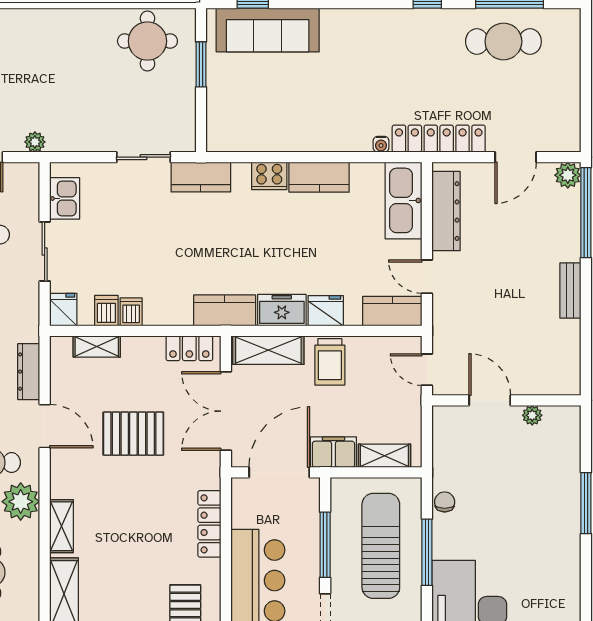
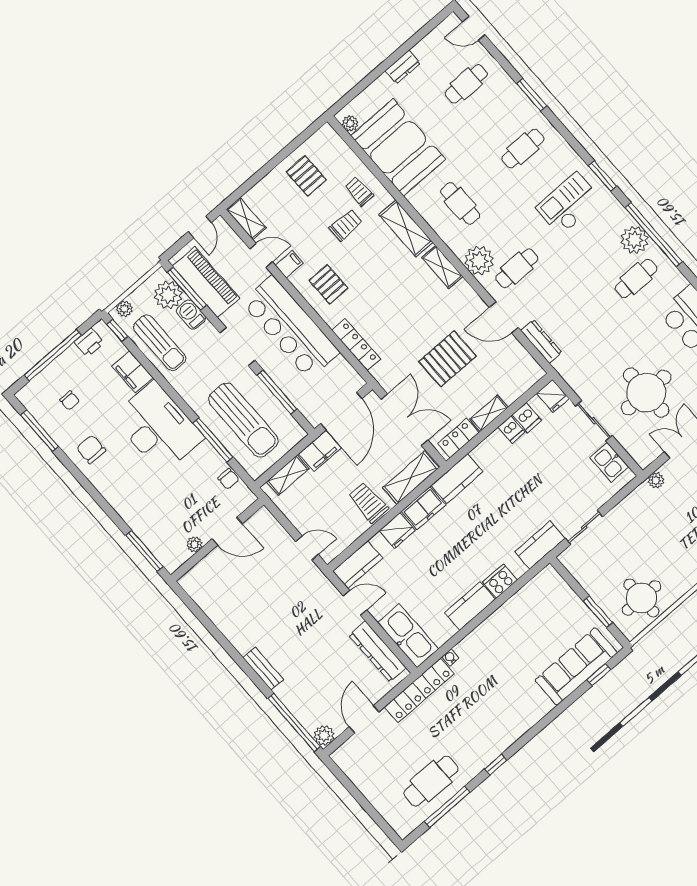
shelving: (97, 347) -> (489, 413), moved
door: (490, 400) -> (227, 531), moved
wall: (506, 400) -> (217, 540), moved
plant: (532, 415) -> (194, 544), moved

